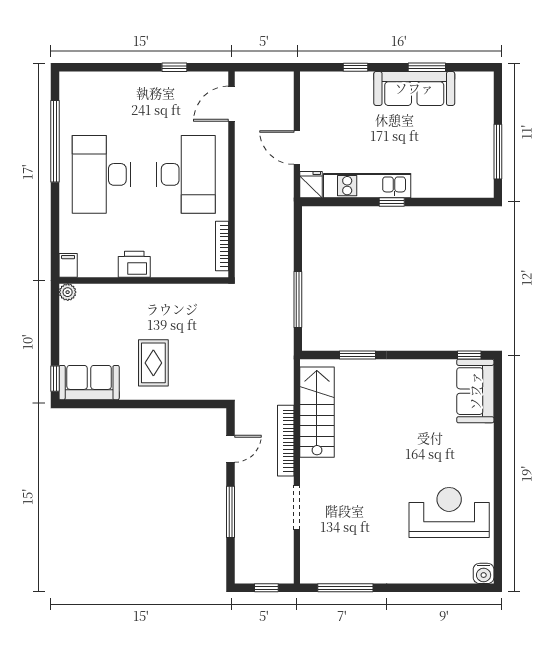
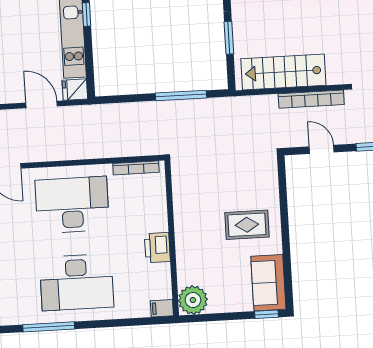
window: (55, 141) -> (49, 327), width x0.68
door: (297, 148) -> (42, 104), swing flipped
plant: (68, 292) -> (193, 300), width x1.87, depth x1.87

